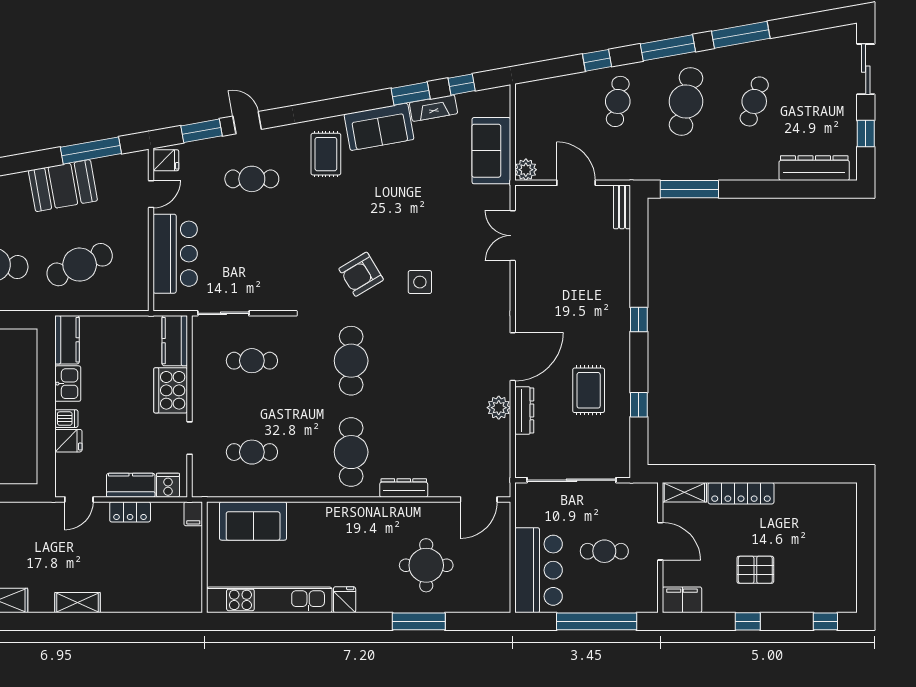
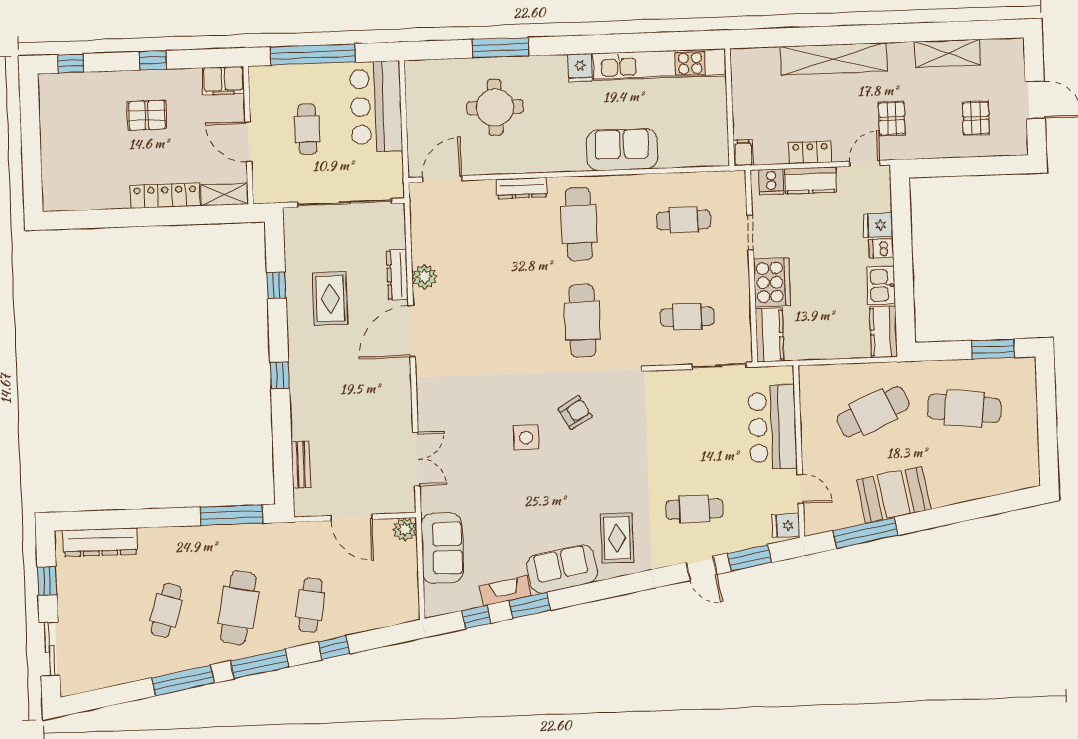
door: (151, 194) -> (800, 489), swing flipped
bench: (622, 207) -> (301, 465), moved
armchair: (361, 274) -> (575, 412), width x0.72, depth x0.72
side table: (420, 282) -> (526, 438), moved
sofa: (253, 521) -> (622, 150), moved
pallet: (52, 541) -> (892, 118), added
cafe table: (604, 551) -> (307, 129), turned 90
shelving: (77, 603) -> (834, 59), width x2.20, depth x1.33

